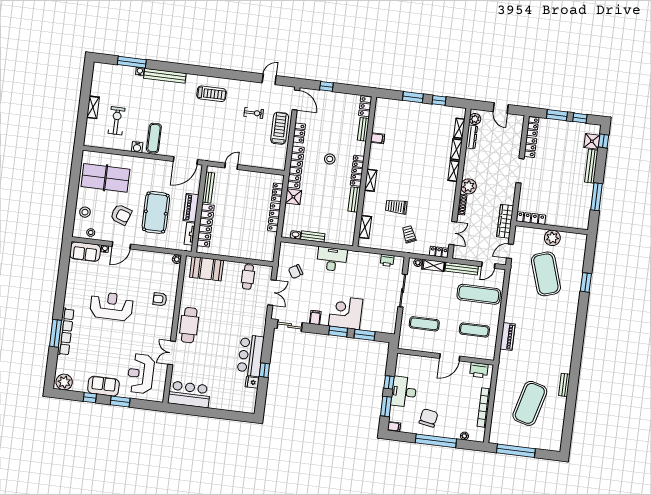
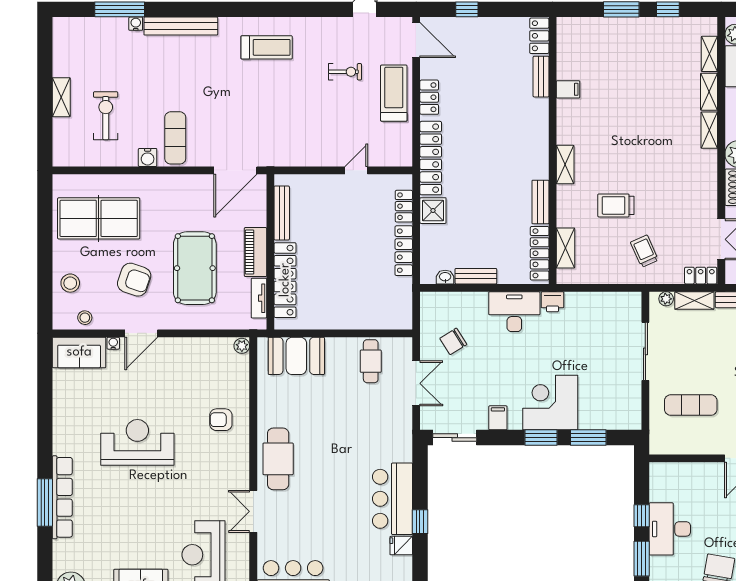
stool: (330, 159) -> (489, 136), removed
door: (231, 166) -> (356, 170), moved
locker: (357, 171) -> (540, 253), moved
printer: (387, 260) -> (552, 302), moved

